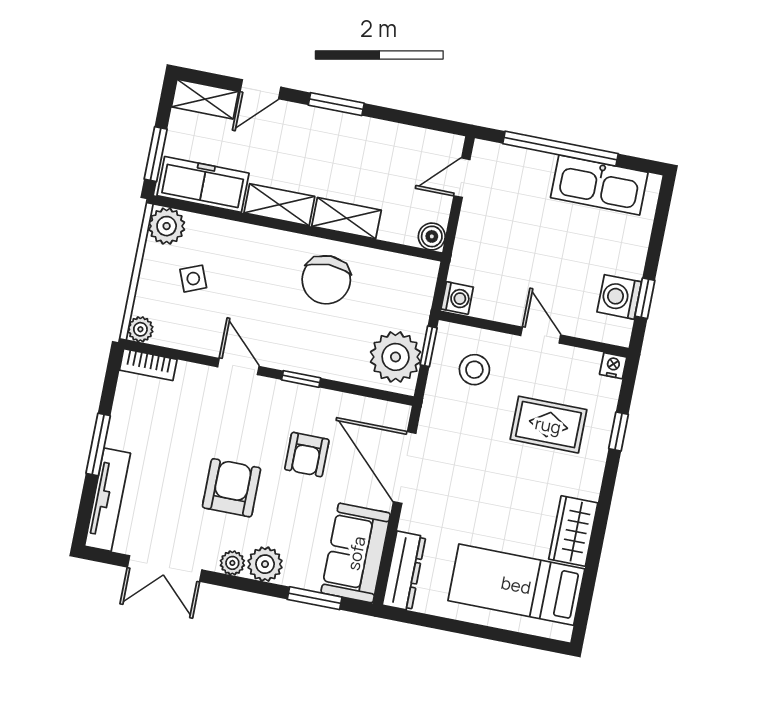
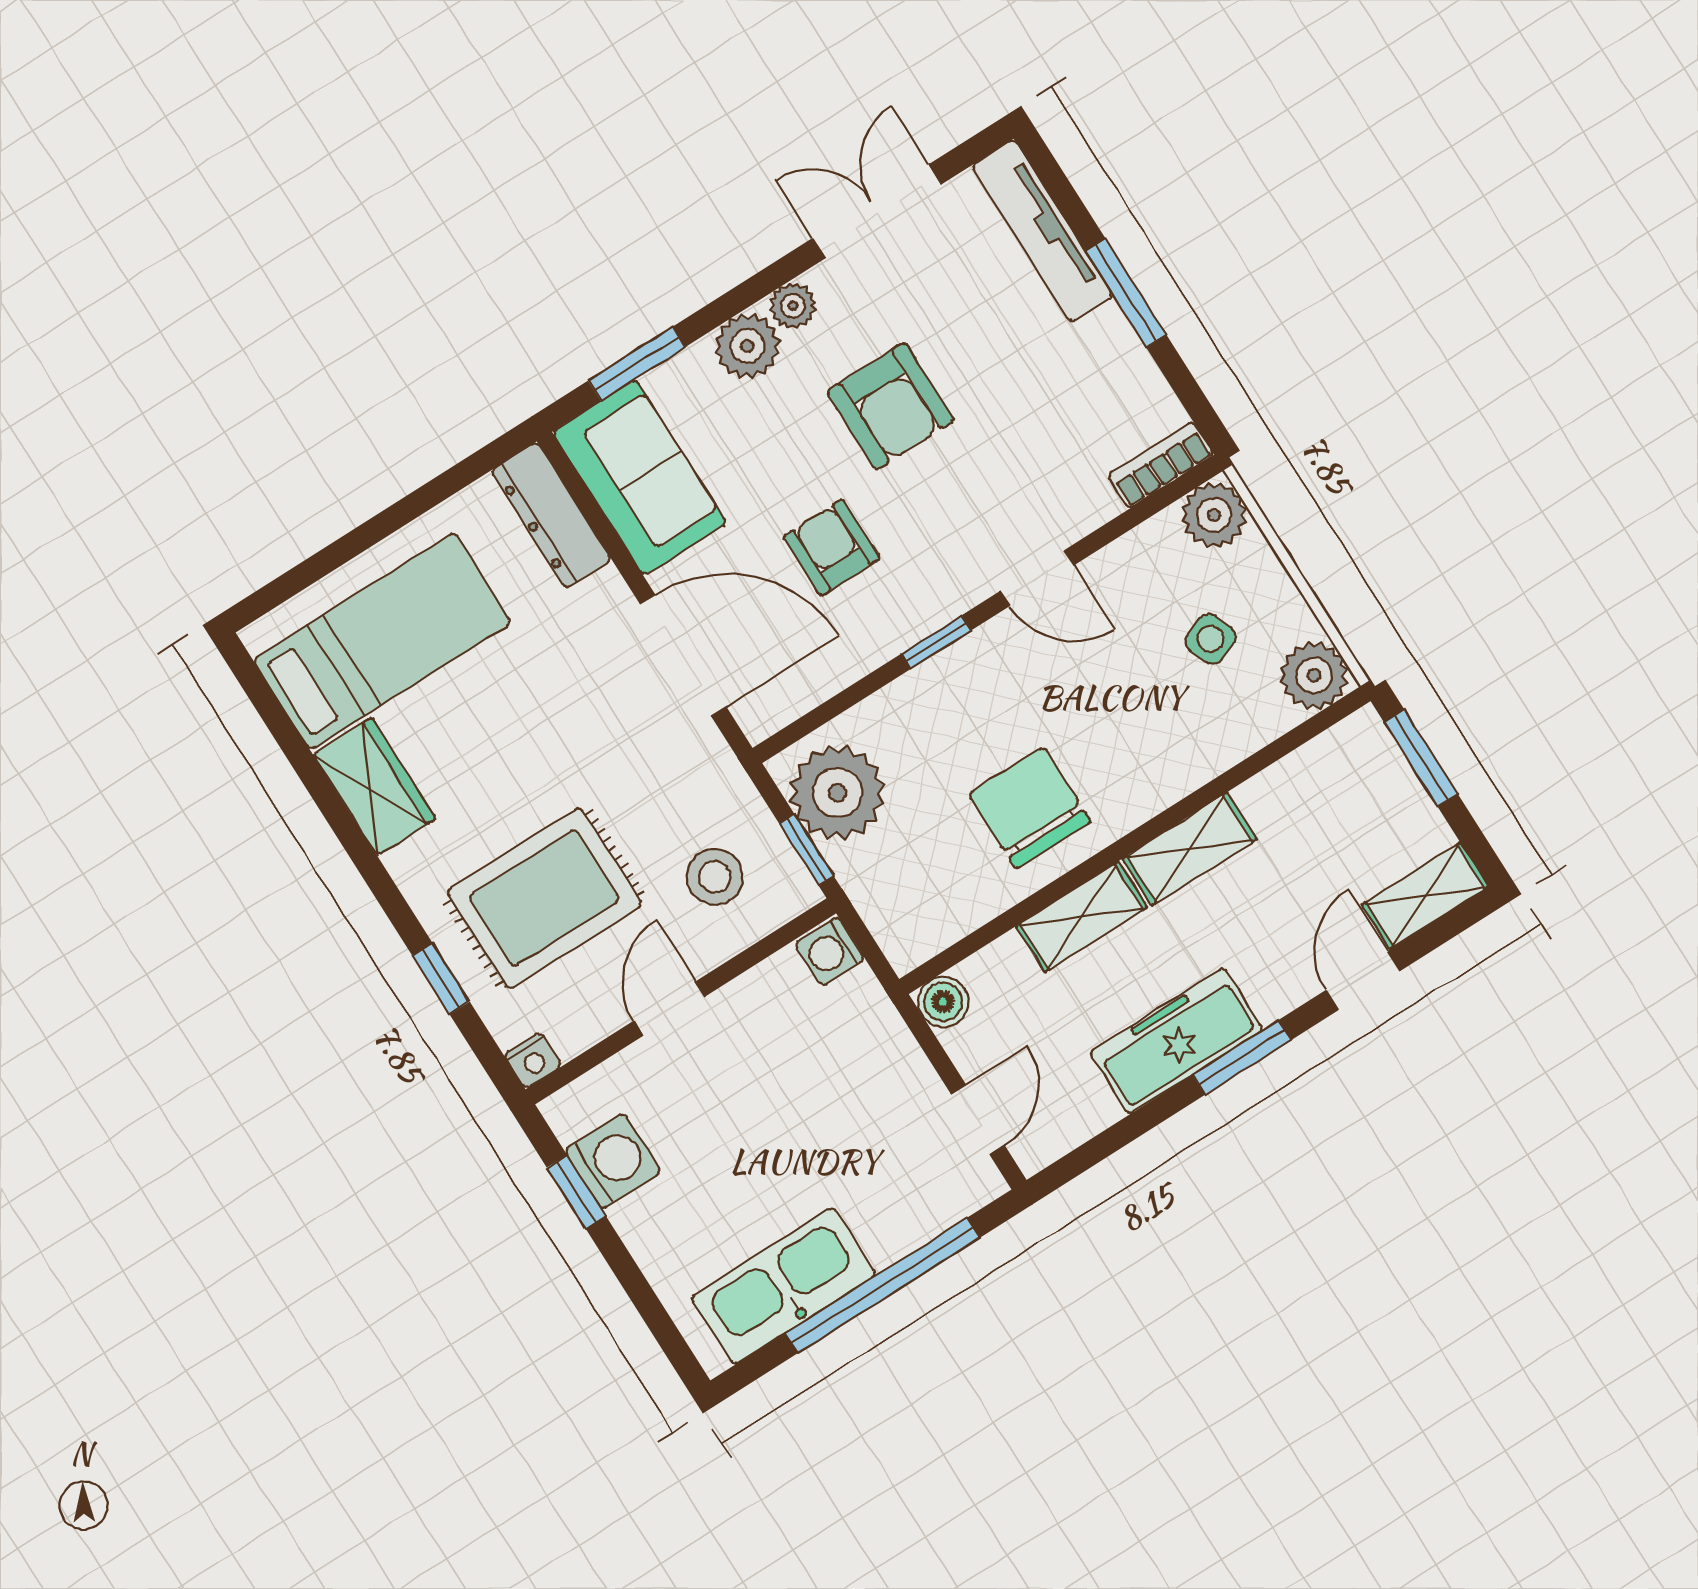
freezer: (203, 184) -> (1176, 1041), moved, turned 180
plant: (140, 329) -> (1214, 515), width x1.38, depth x1.38
door: (541, 335) -> (670, 1009), swing flipped
rug: (548, 425) -> (544, 898), width x1.36, depth x1.43

